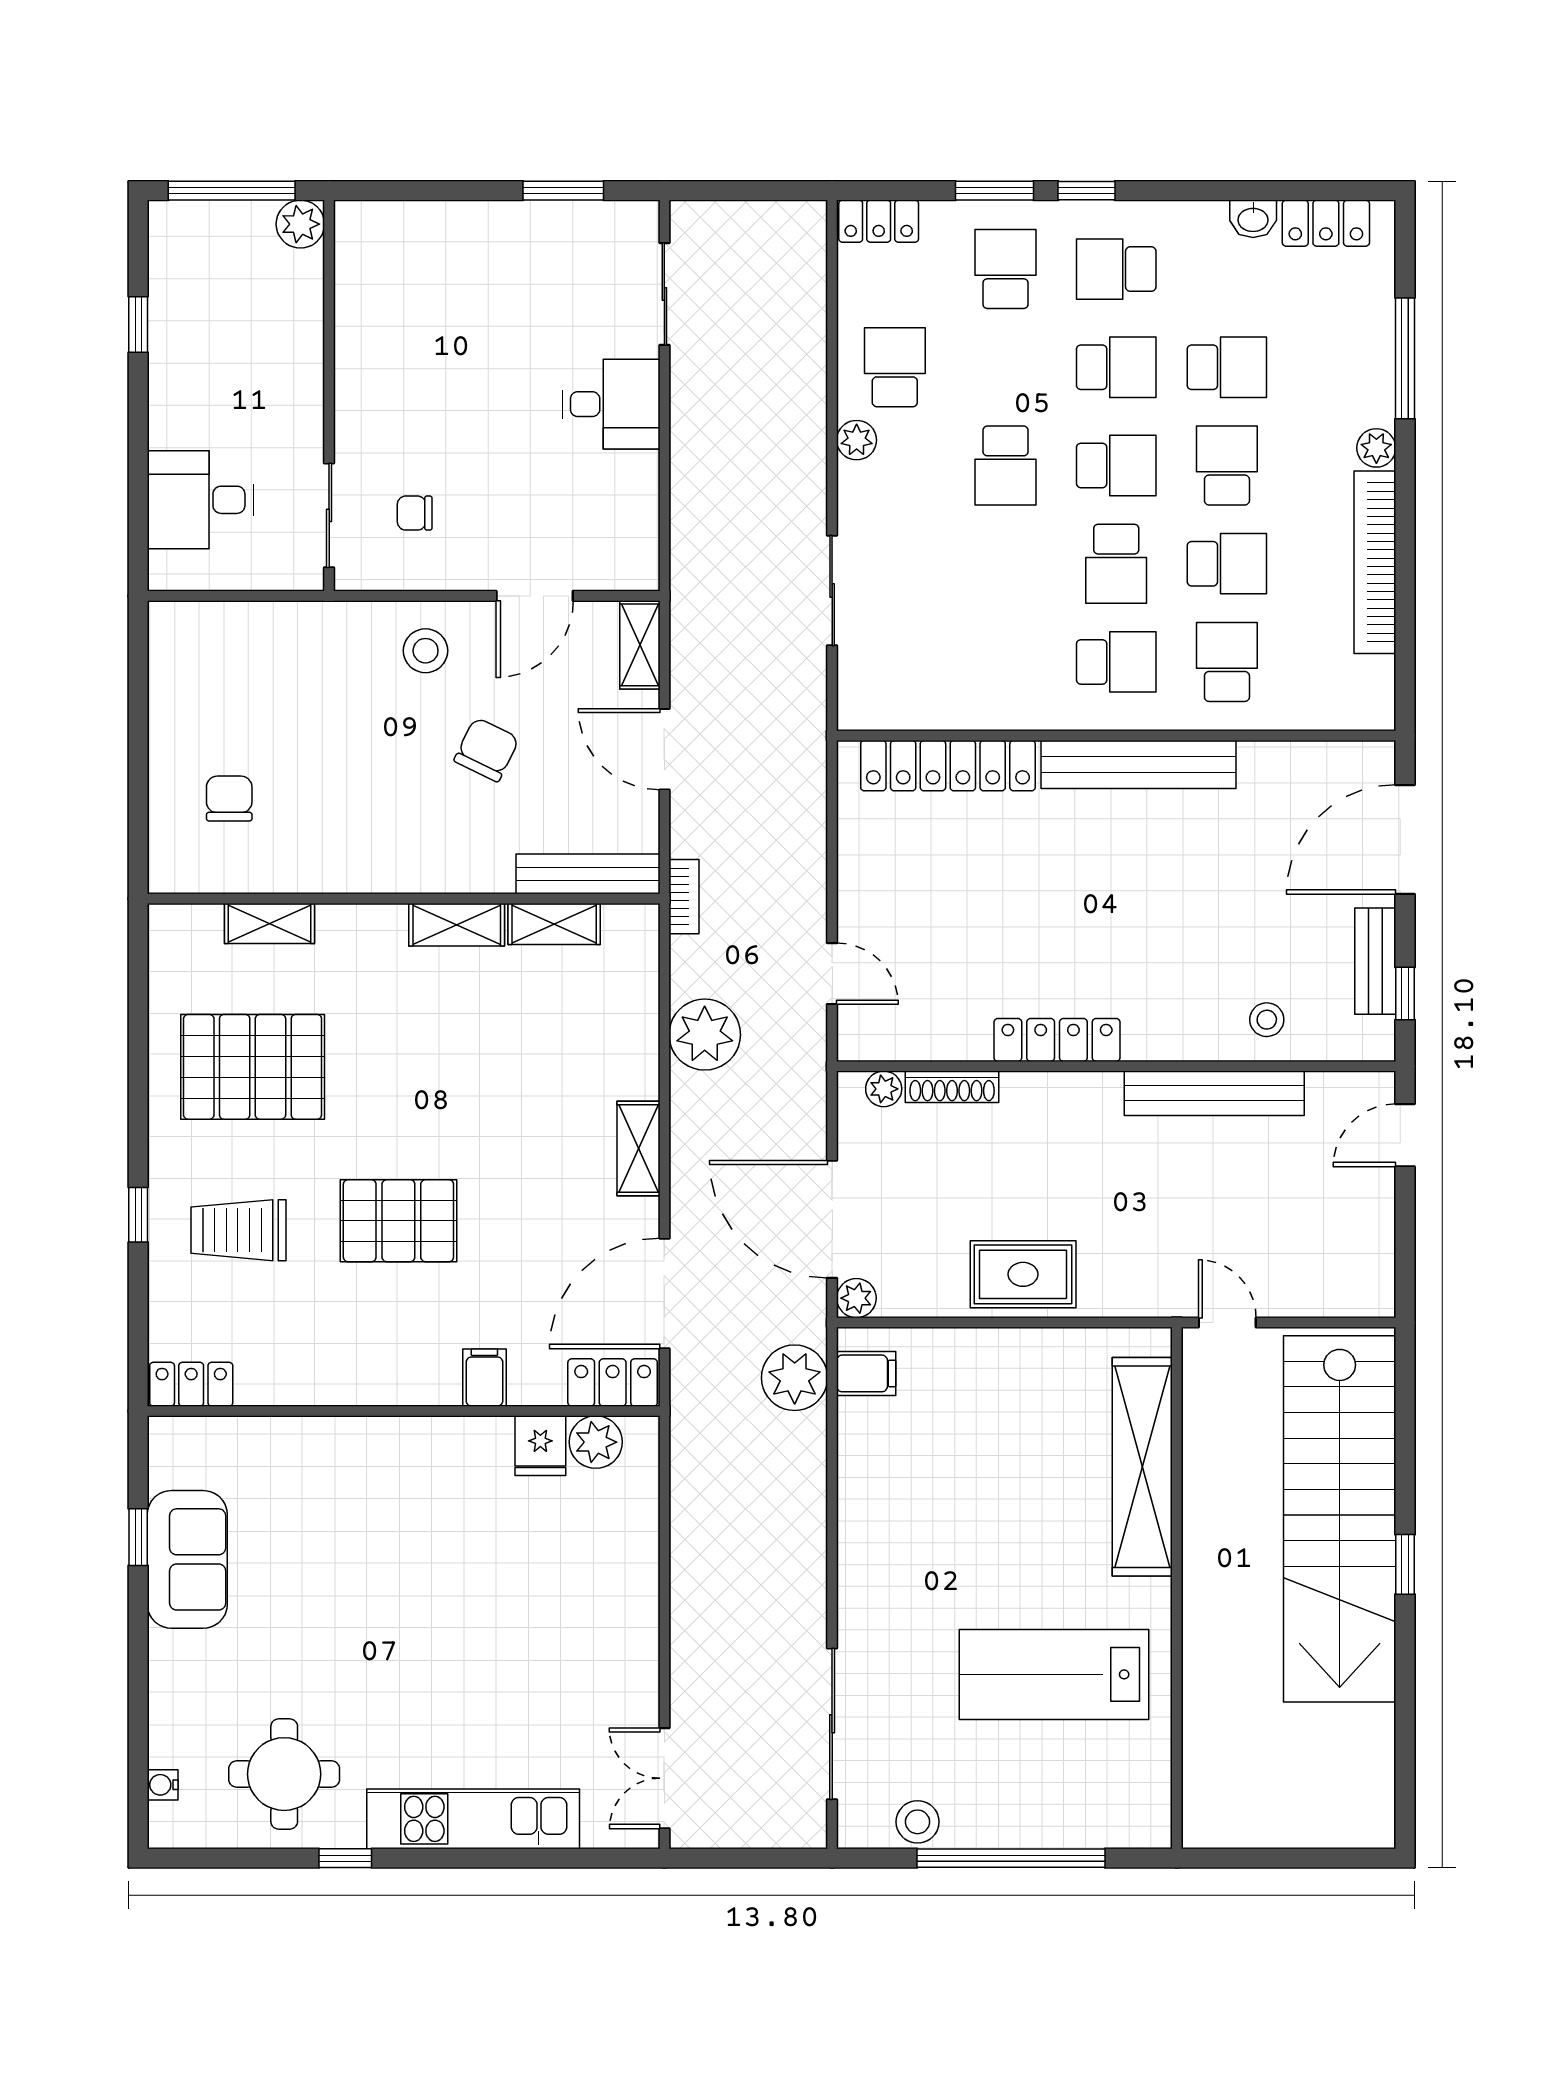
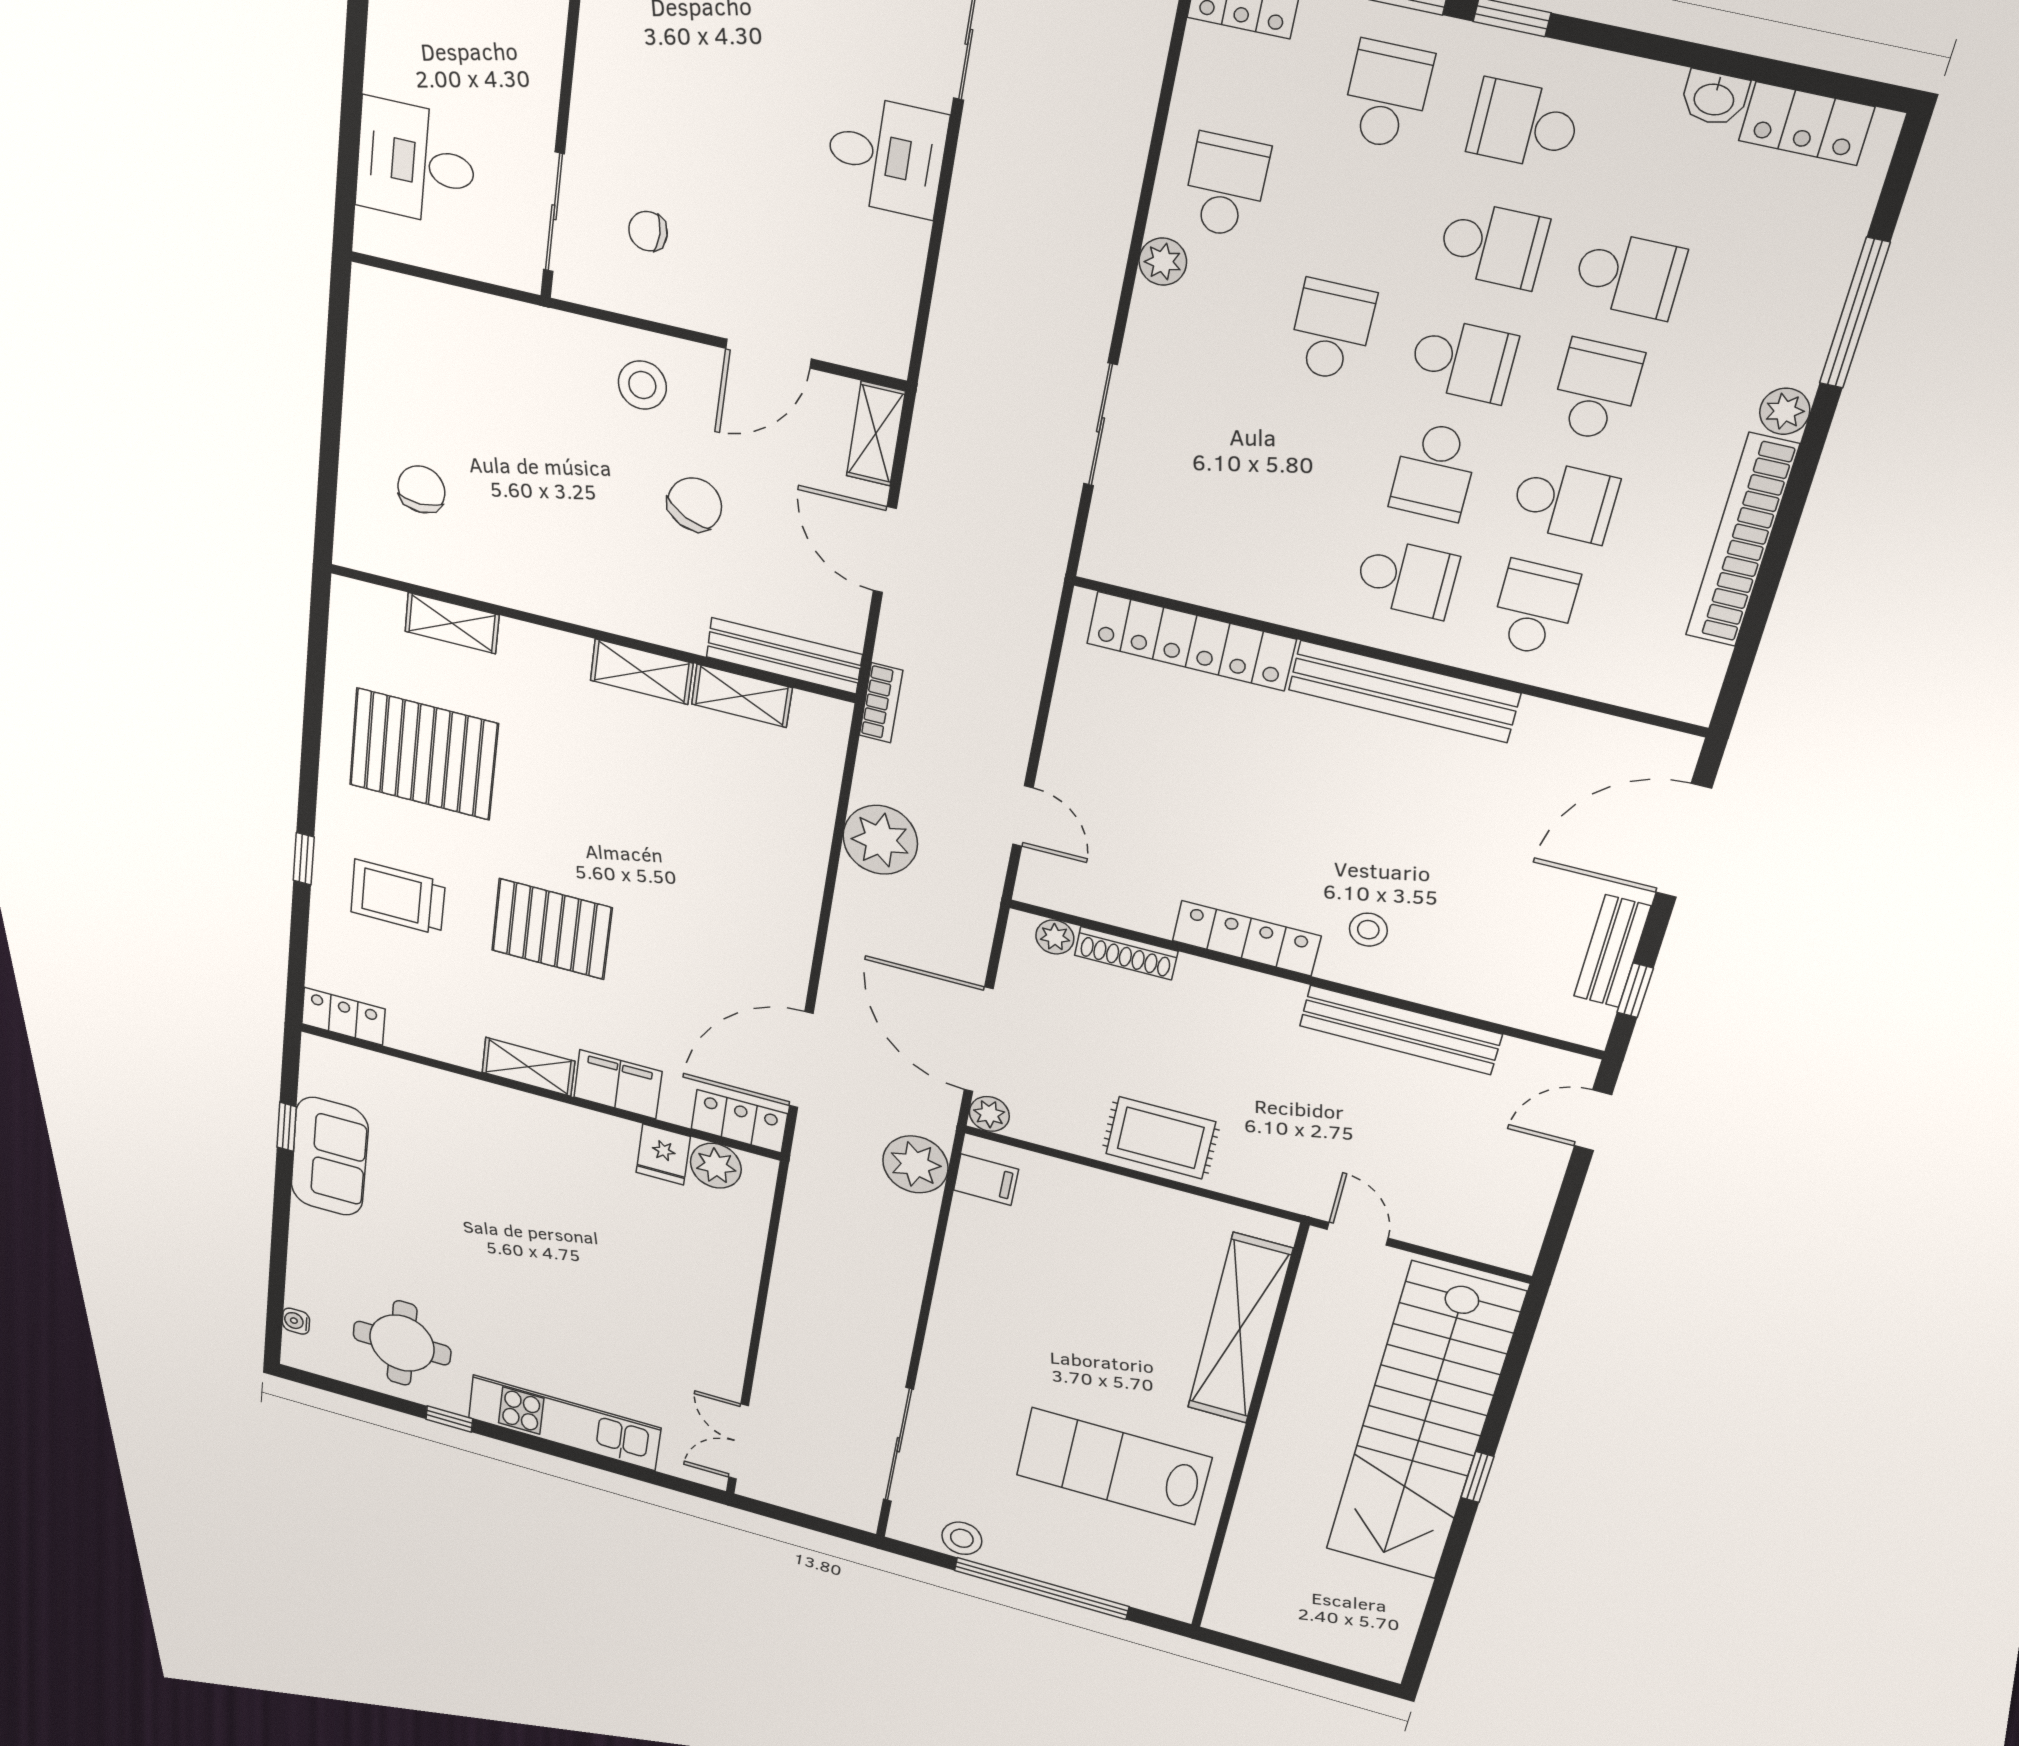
school desk: (1006, 465) -> (1331, 330), turned 180
stool: (1267, 1020) -> (1368, 930), moved
shelving: (638, 1149) -> (528, 1067), moved, turned 90
filing cabinet: (484, 1378) -> (618, 1084), width x2.00

